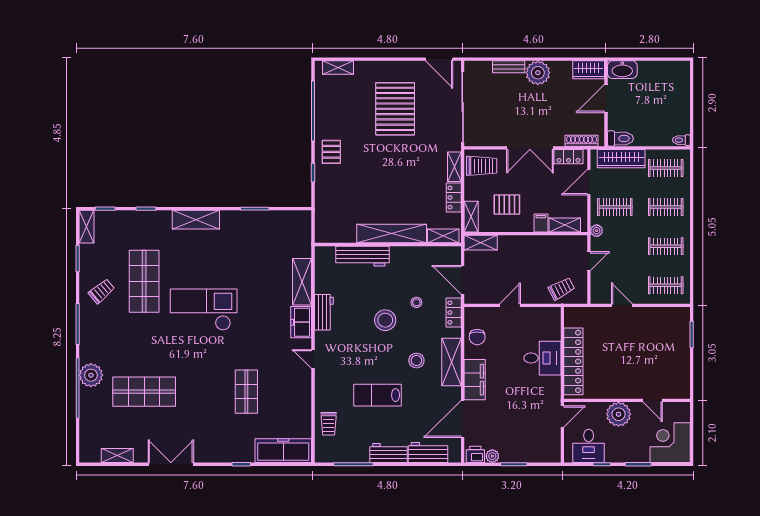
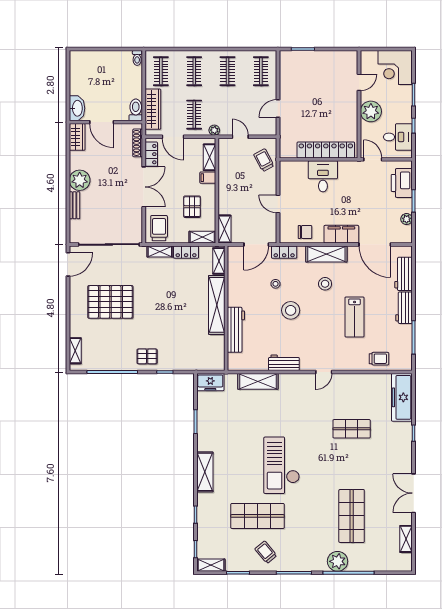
freezer: (301, 322) -> (210, 382), moved
printer: (475, 454) -> (402, 183), moved, width x1.87, depth x1.48

